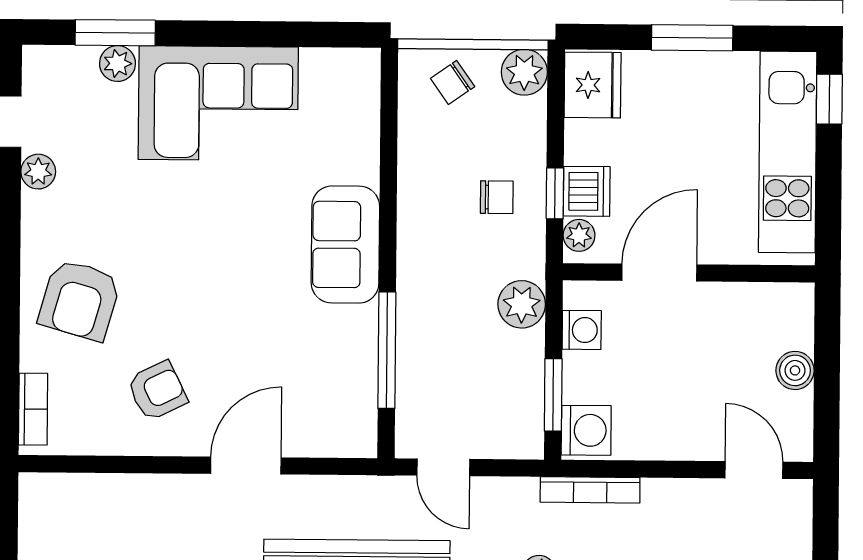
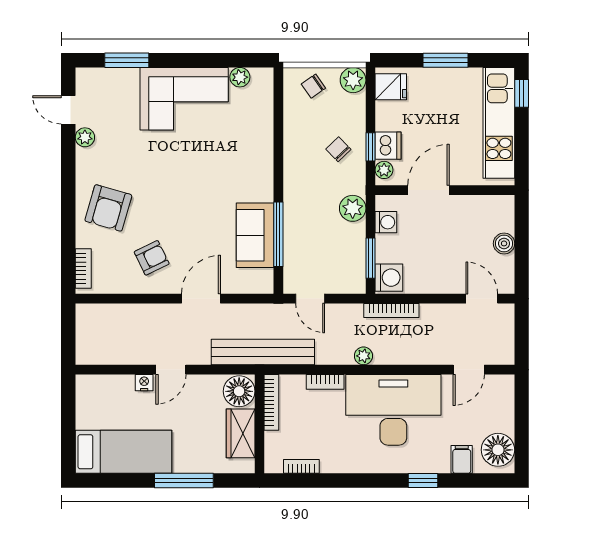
plant: (117, 64) -> (240, 77), moved
fridge: (593, 85) -> (391, 87), width x0.72
chair: (497, 197) -> (338, 149), turned -134
sofa: (345, 245) -> (255, 235), moved

